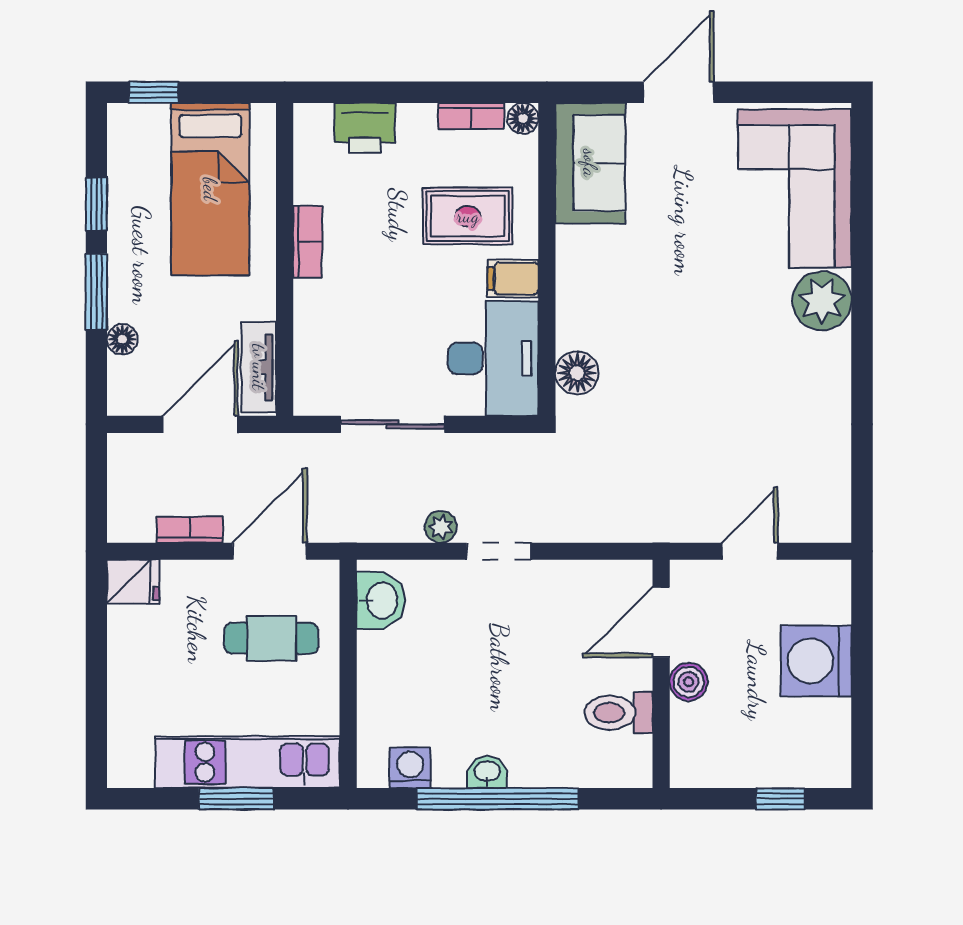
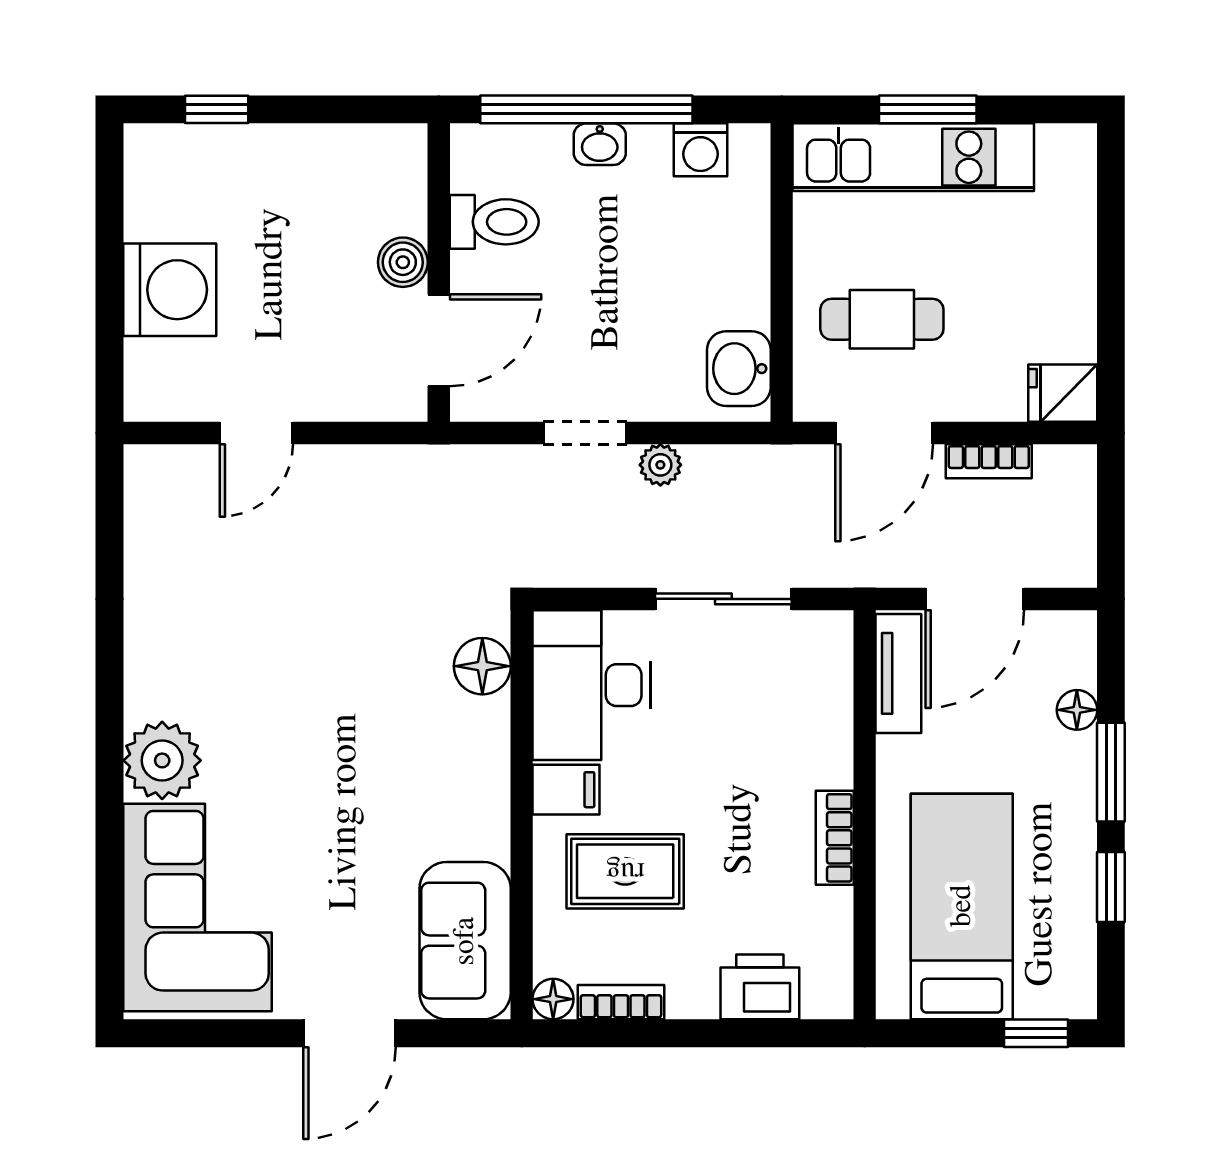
door: (661, 622) -> (439, 340), moved
wall: (661, 674) -> (439, 273), moved
boiler: (689, 682) -> (403, 262), moved
toilet: (619, 713) -> (494, 222), moved

